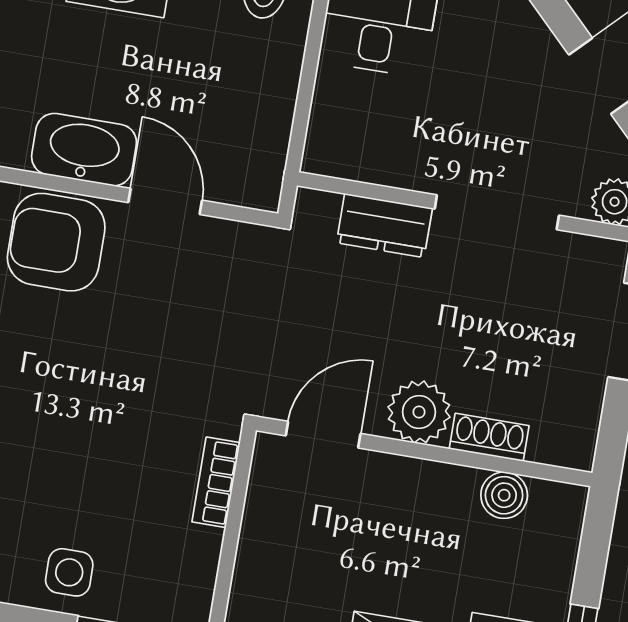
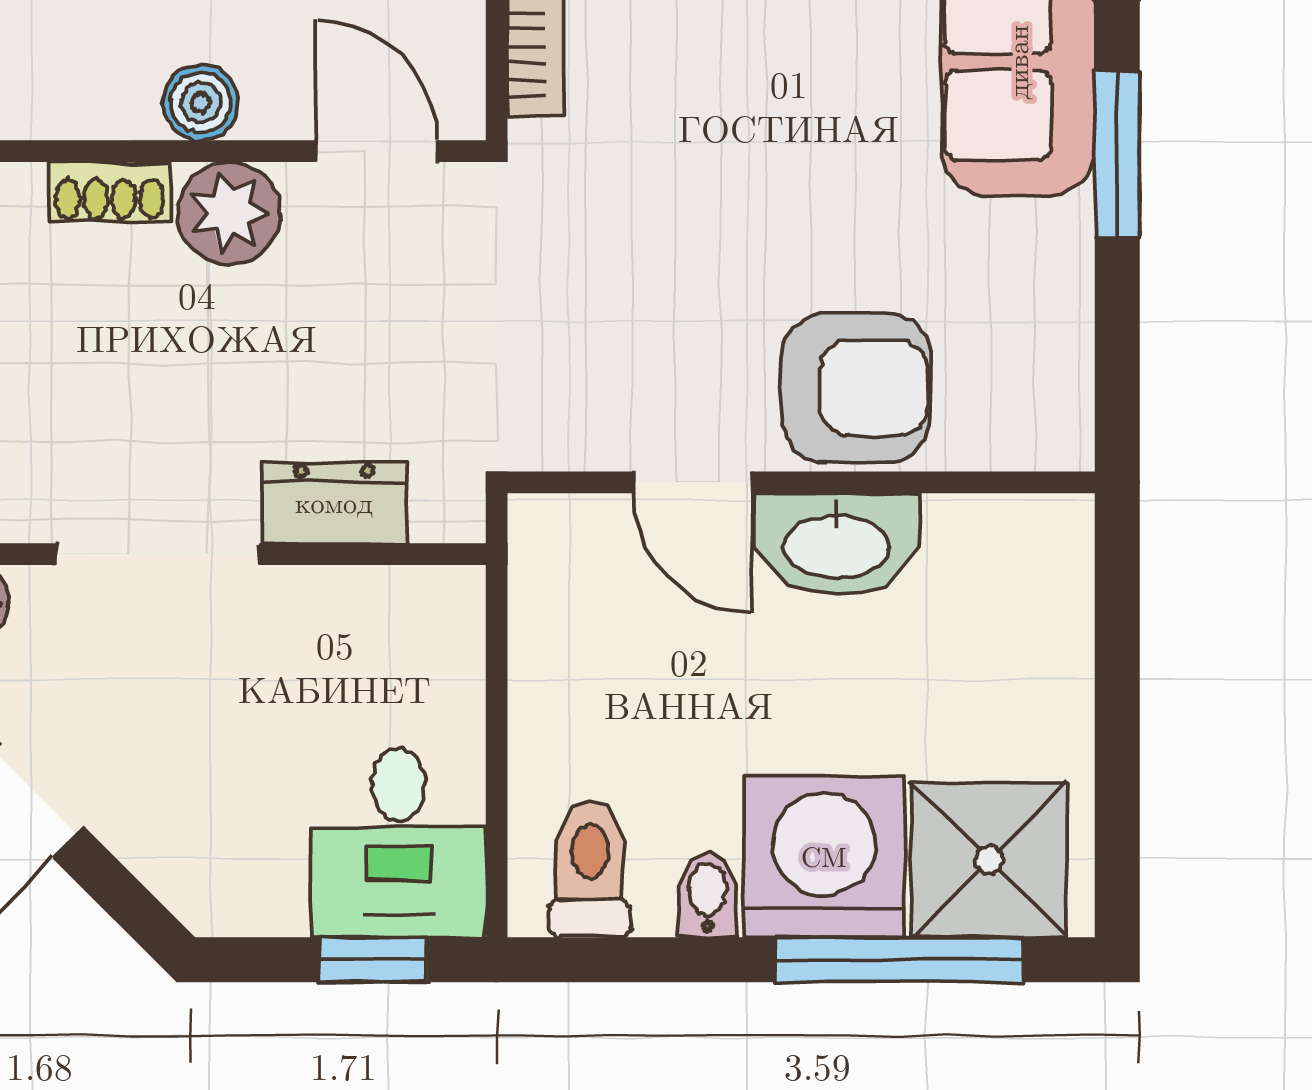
door: (323, 435) -> (377, 151), swing flipped
boiler: (504, 495) -> (201, 102), moved

